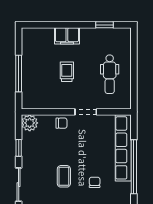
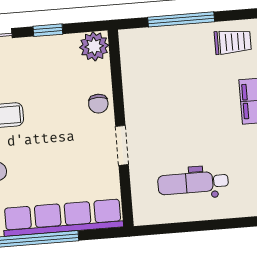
trolley: (67, 72) -> (233, 42), moved

